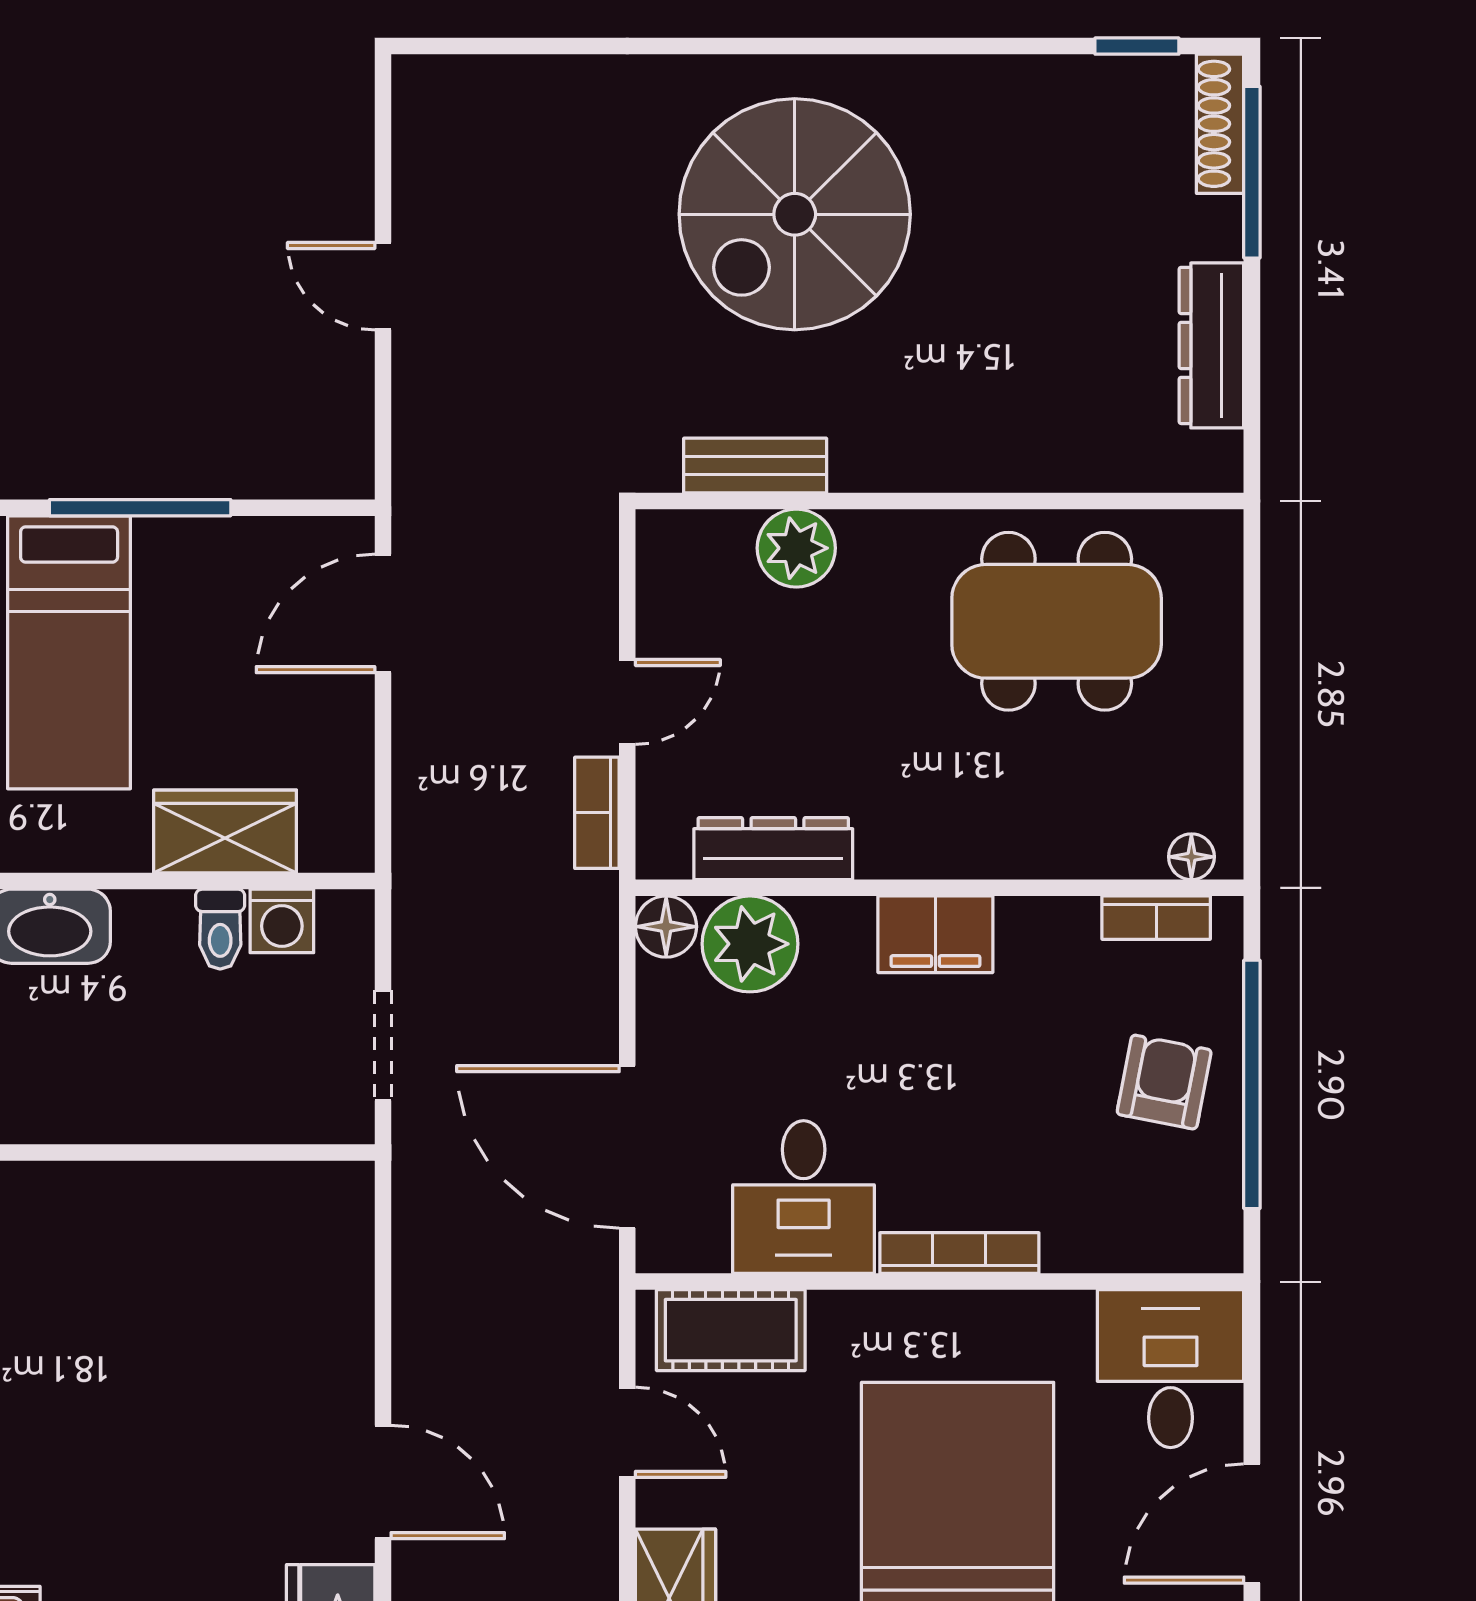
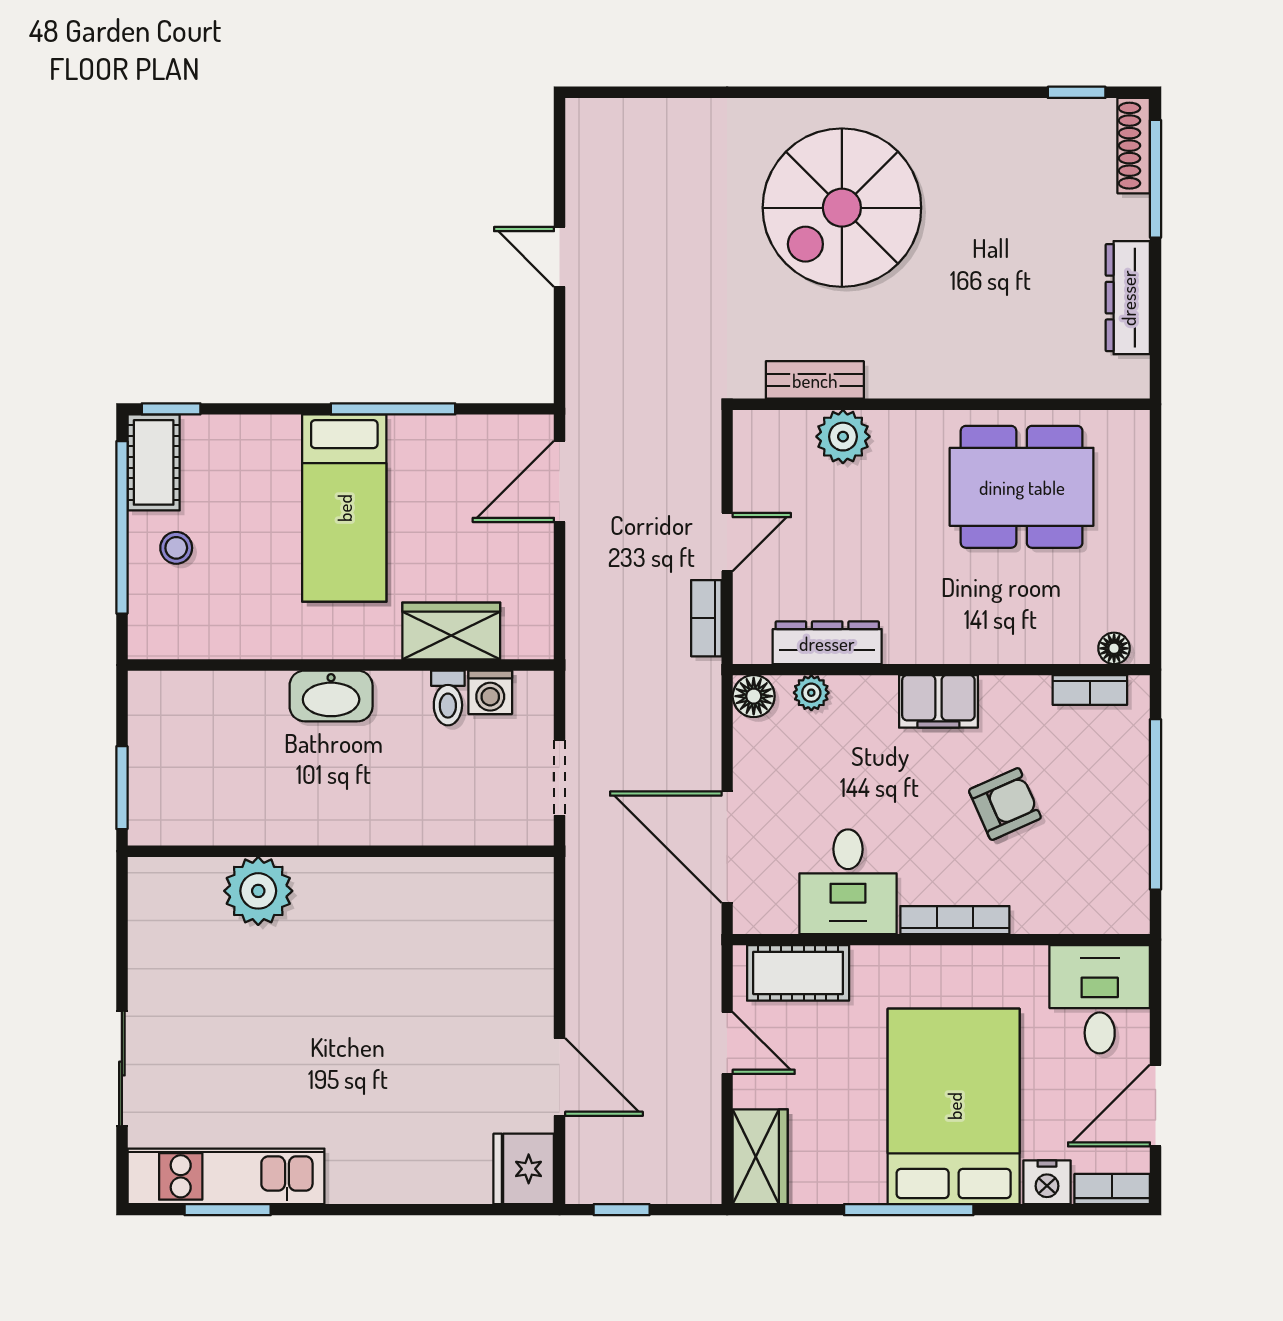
plant: (750, 944) -> (811, 693), width x0.53, depth x0.53
armchair: (1164, 1082) -> (1005, 804), moved, turned 55

